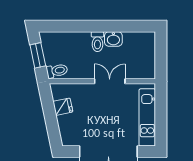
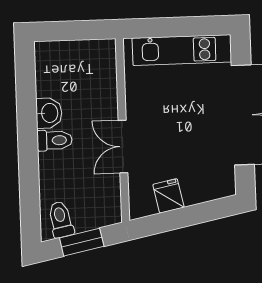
toilet: (57, 71) -> (61, 219), moved
double door: (110, 81) -> (123, 147), moved

